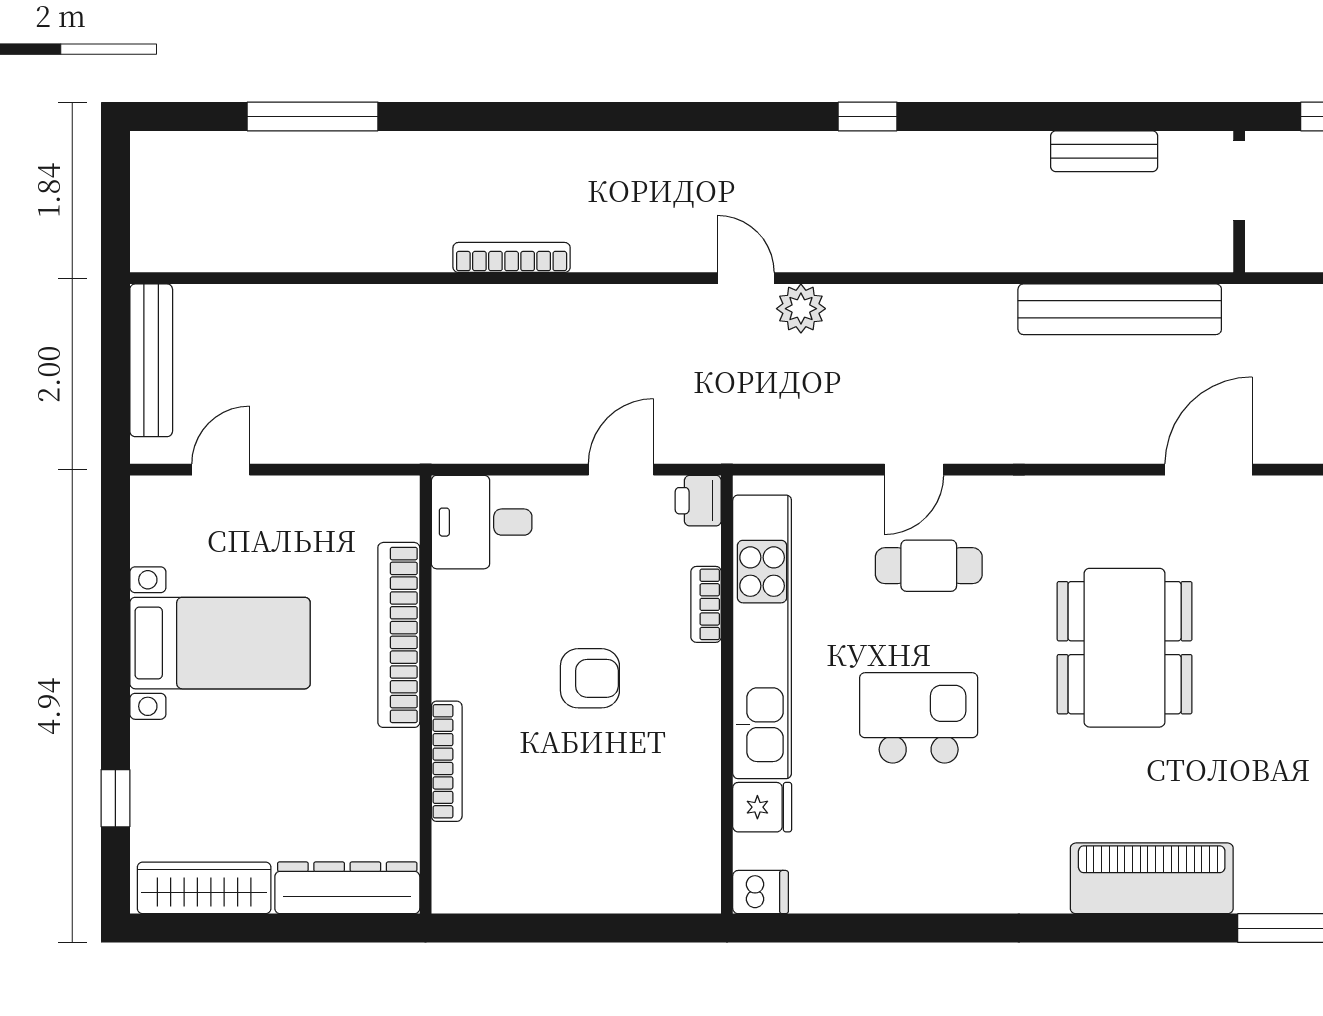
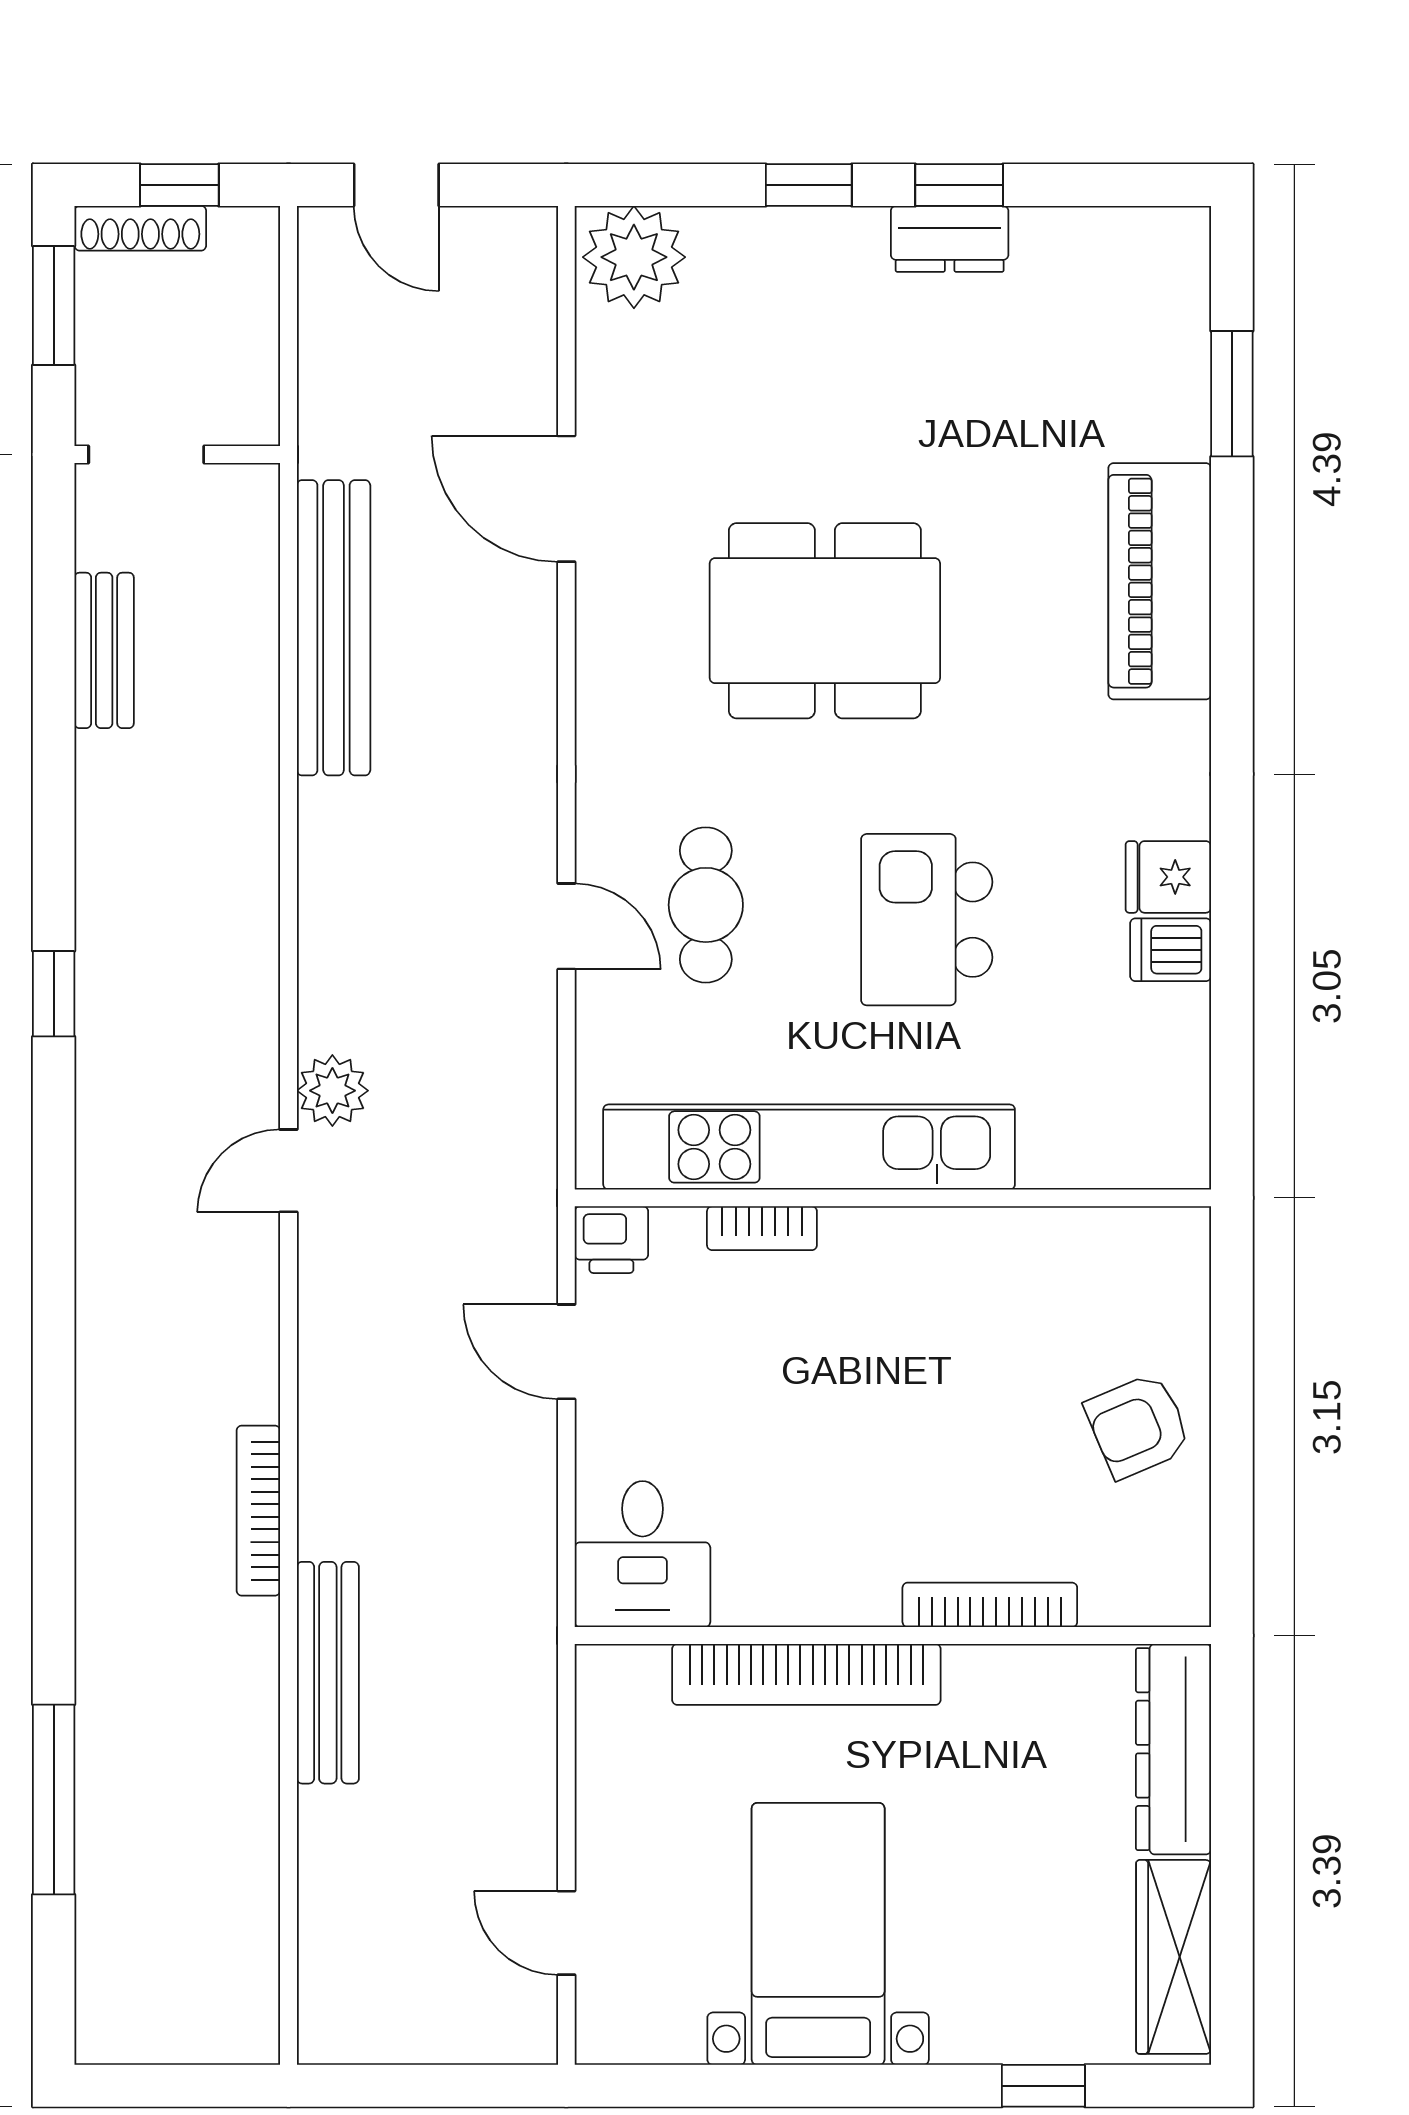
bench: (151, 360) -> (328, 1673), moved, turned 90
armchair: (590, 678) -> (1138, 1426), moved, turned -113
fridge: (762, 807) -> (1168, 877), moved, turned -90
dishwasher: (761, 892) -> (1171, 950), moved, turned -90

